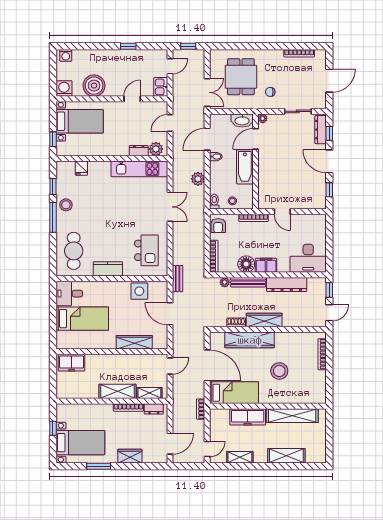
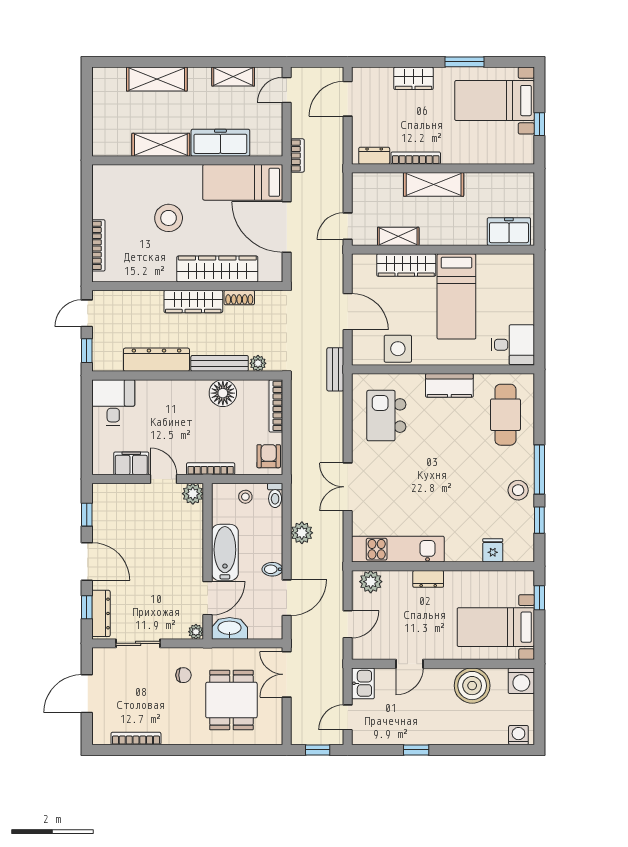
dresser: (139, 151) -> (428, 579), moved
plant: (264, 203) -> (193, 494), added
desk: (308, 258) -> (113, 403), width x0.73
filing cabinet: (266, 265) -> (131, 463), moved, turned 180
bed: (82, 319) -> (456, 296), moved, turned -90
shelving: (149, 393) -> (398, 236), moved
shelving: (292, 416) -> (161, 145), width x0.68

